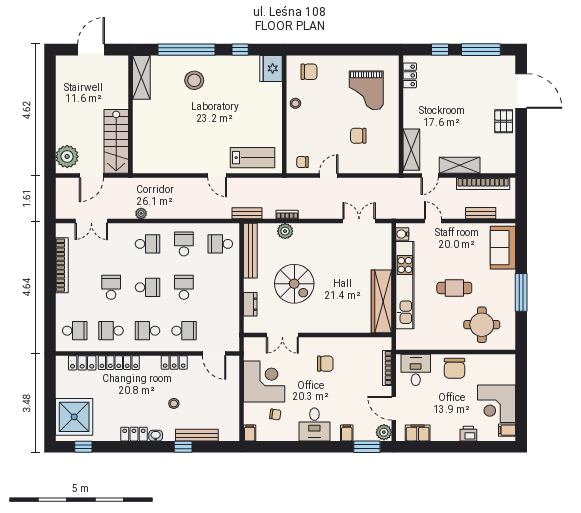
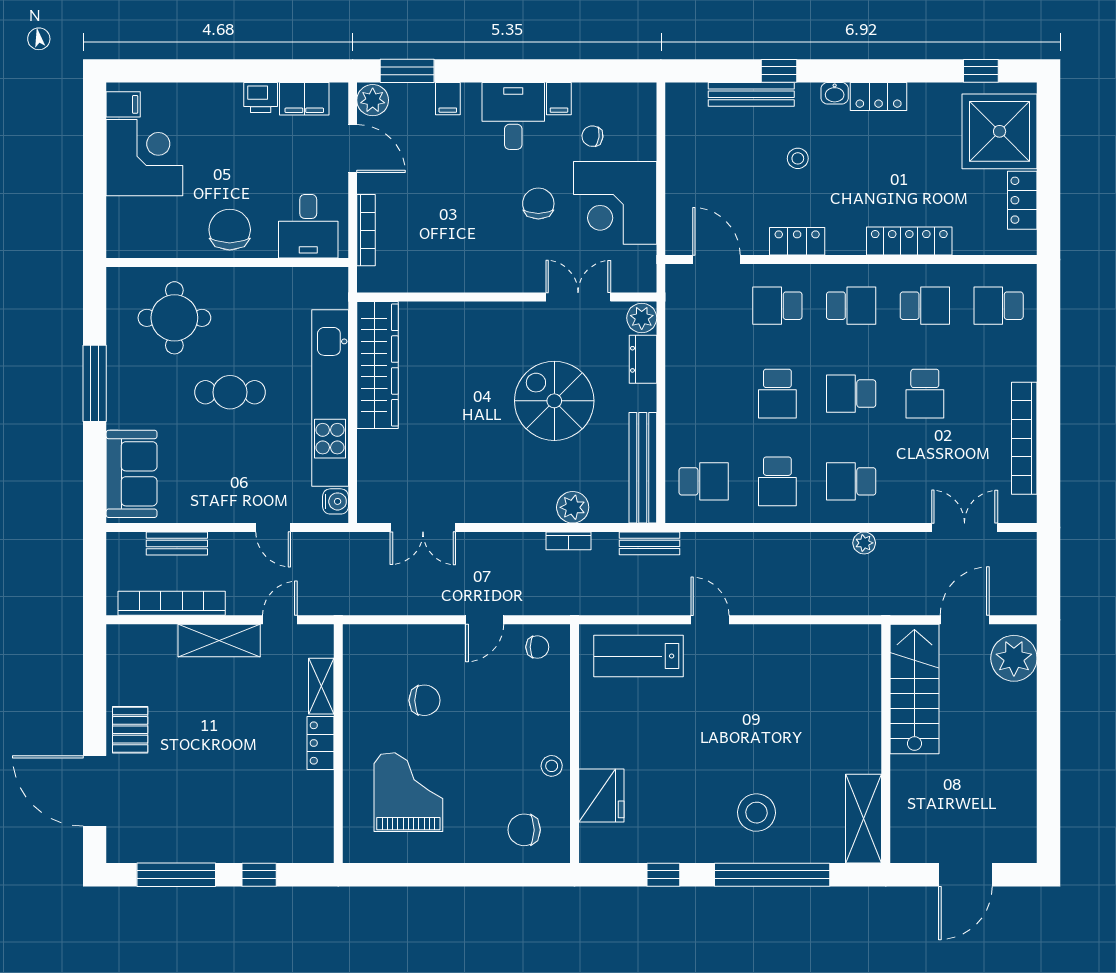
fridge: (271, 68) -> (601, 796), moved
locker: (410, 75) -> (320, 743), moved
shelving: (411, 150) -> (321, 686), width x0.67, depth x0.75
plant: (251, 325) -> (642, 318), added
locker: (82, 363) -> (1022, 200), moved, turned -90
chair: (325, 364) -> (538, 204), moved, turned 90
filing cabinet: (250, 433) -> (559, 99), moved
printer: (468, 434) -> (261, 97), moved

